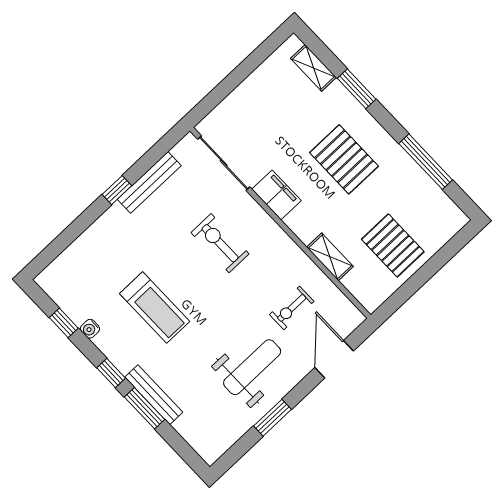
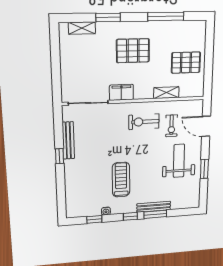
exercise bike: (220, 243) -> (144, 122), moved
treadmill: (155, 308) -> (121, 180), turned -90

